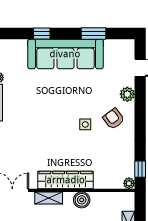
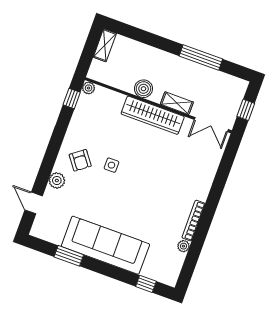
window: (42, 33) -> (146, 284), moved

